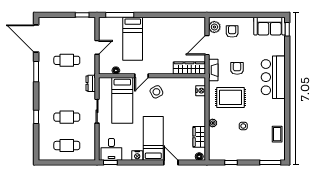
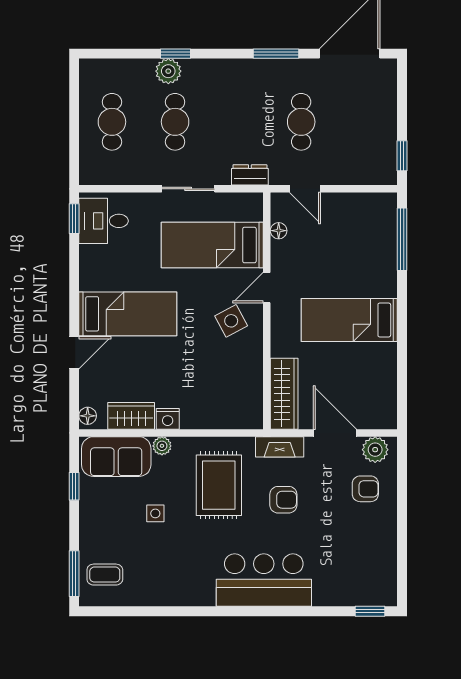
sofa: (270, 26) -> (116, 457), moved, turned -90
bed: (133, 39) -> (349, 320), moved
door: (97, 47) -> (305, 189), moved
door: (142, 76) -> (267, 288), hinge flipped
nightstand: (201, 91) -> (168, 419), moved
plant: (44, 120) -> (168, 71), added
coffee table: (277, 134) -> (105, 575), moved
nightstand: (137, 155) -> (90, 278), removed

